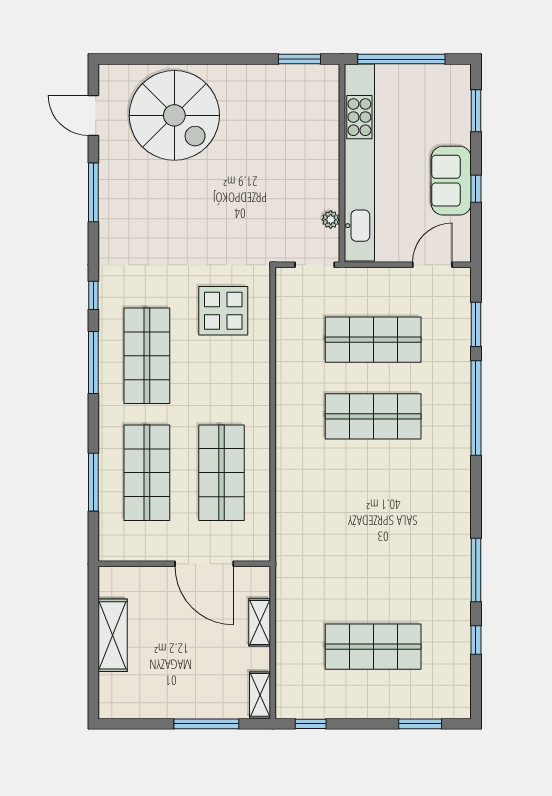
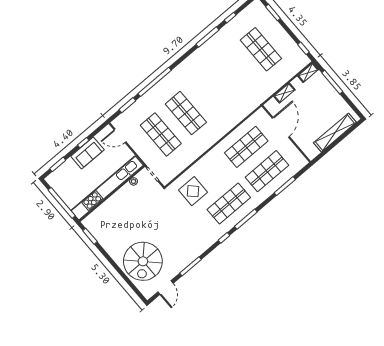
spiral stairs: (174, 115) -> (143, 261), turned 180
shelving: (113, 635) -> (335, 133), width x1.47

